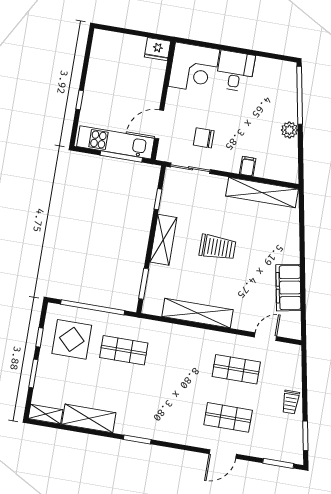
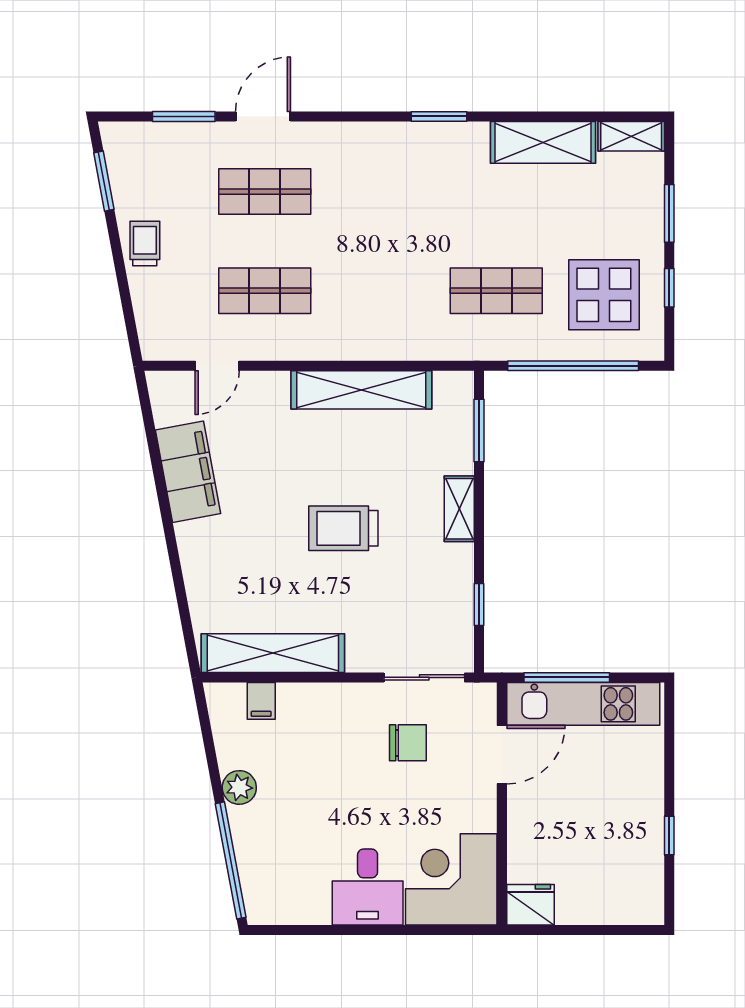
window: (80, 100) -> (669, 835), moved
filing cabinet: (248, 166) -> (261, 701), moved
shelving: (163, 240) -> (459, 509), width x0.67, depth x0.75
window: (278, 463) -> (184, 116), moved

